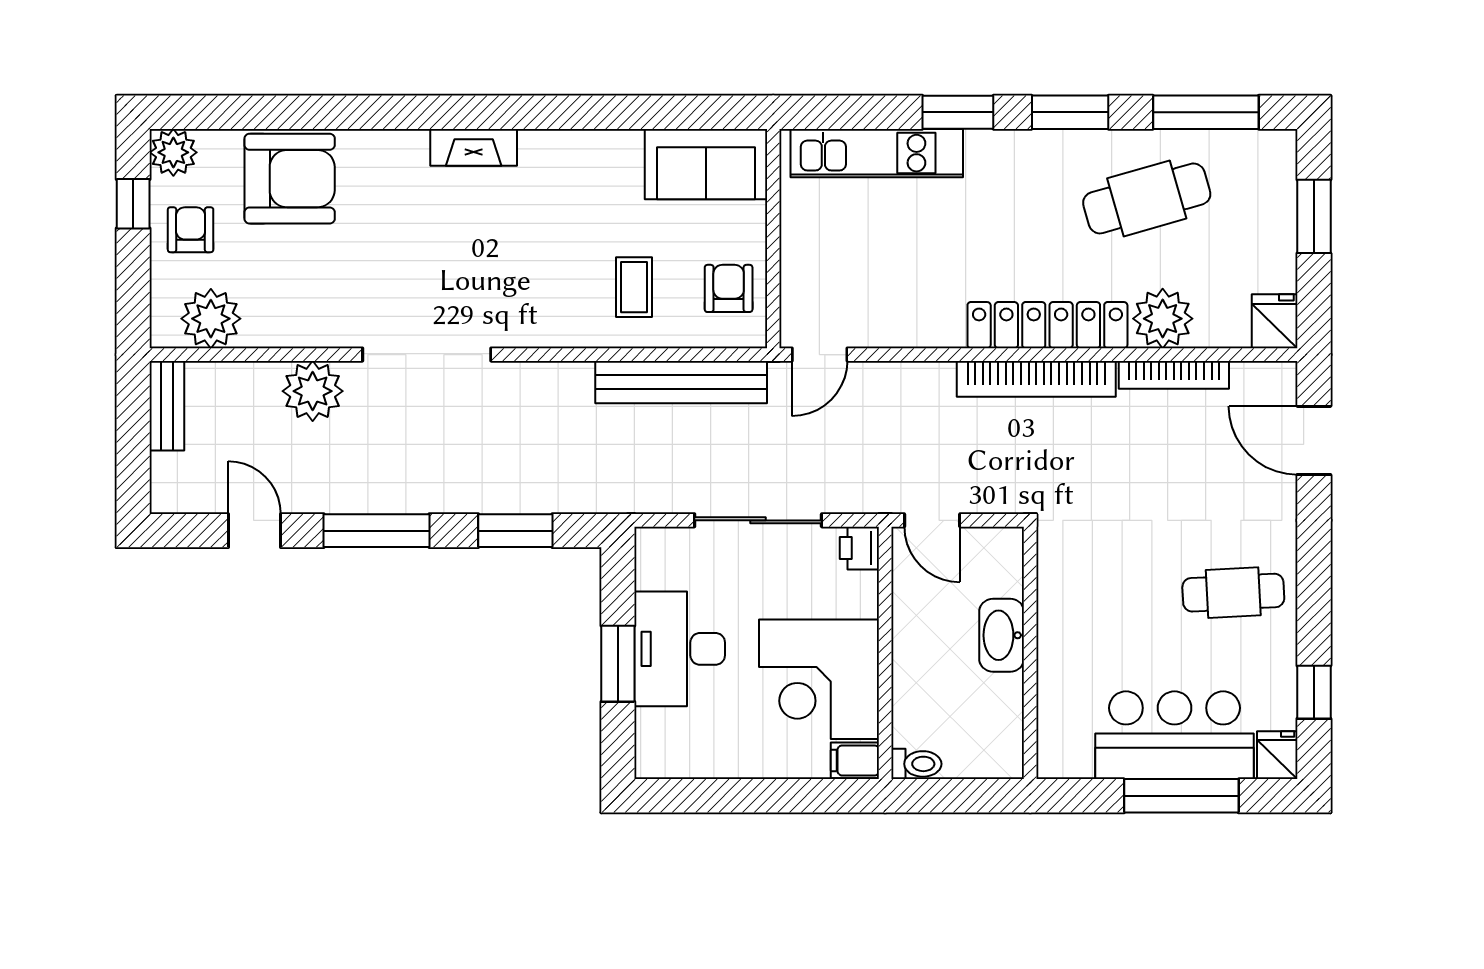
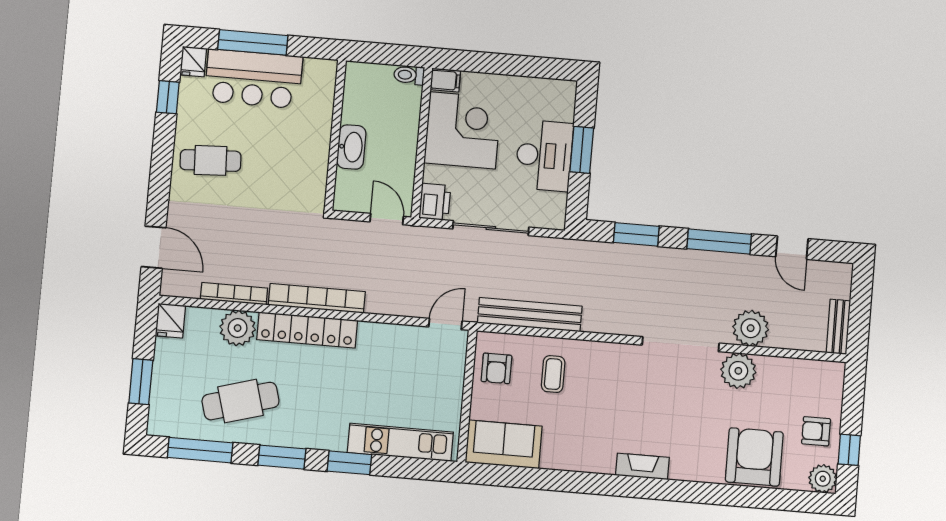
armchair: (290, 179) -> (754, 457), turned 90
armchair: (191, 230) -> (816, 431), turned 90
plant: (211, 319) -> (738, 371), moved
printer: (859, 548) -> (435, 202), width x1.36, depth x1.24

